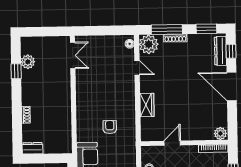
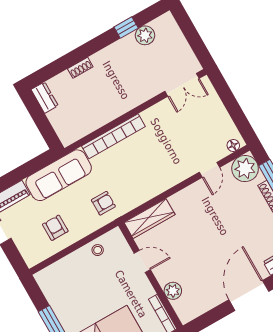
wardrobe: (147, 105) -> (149, 219), moved, width x1.50
bookcase: (82, 118) -> (113, 136), added
armchair: (110, 127) -> (103, 203), moved
plant: (220, 133) -> (173, 291), moved

